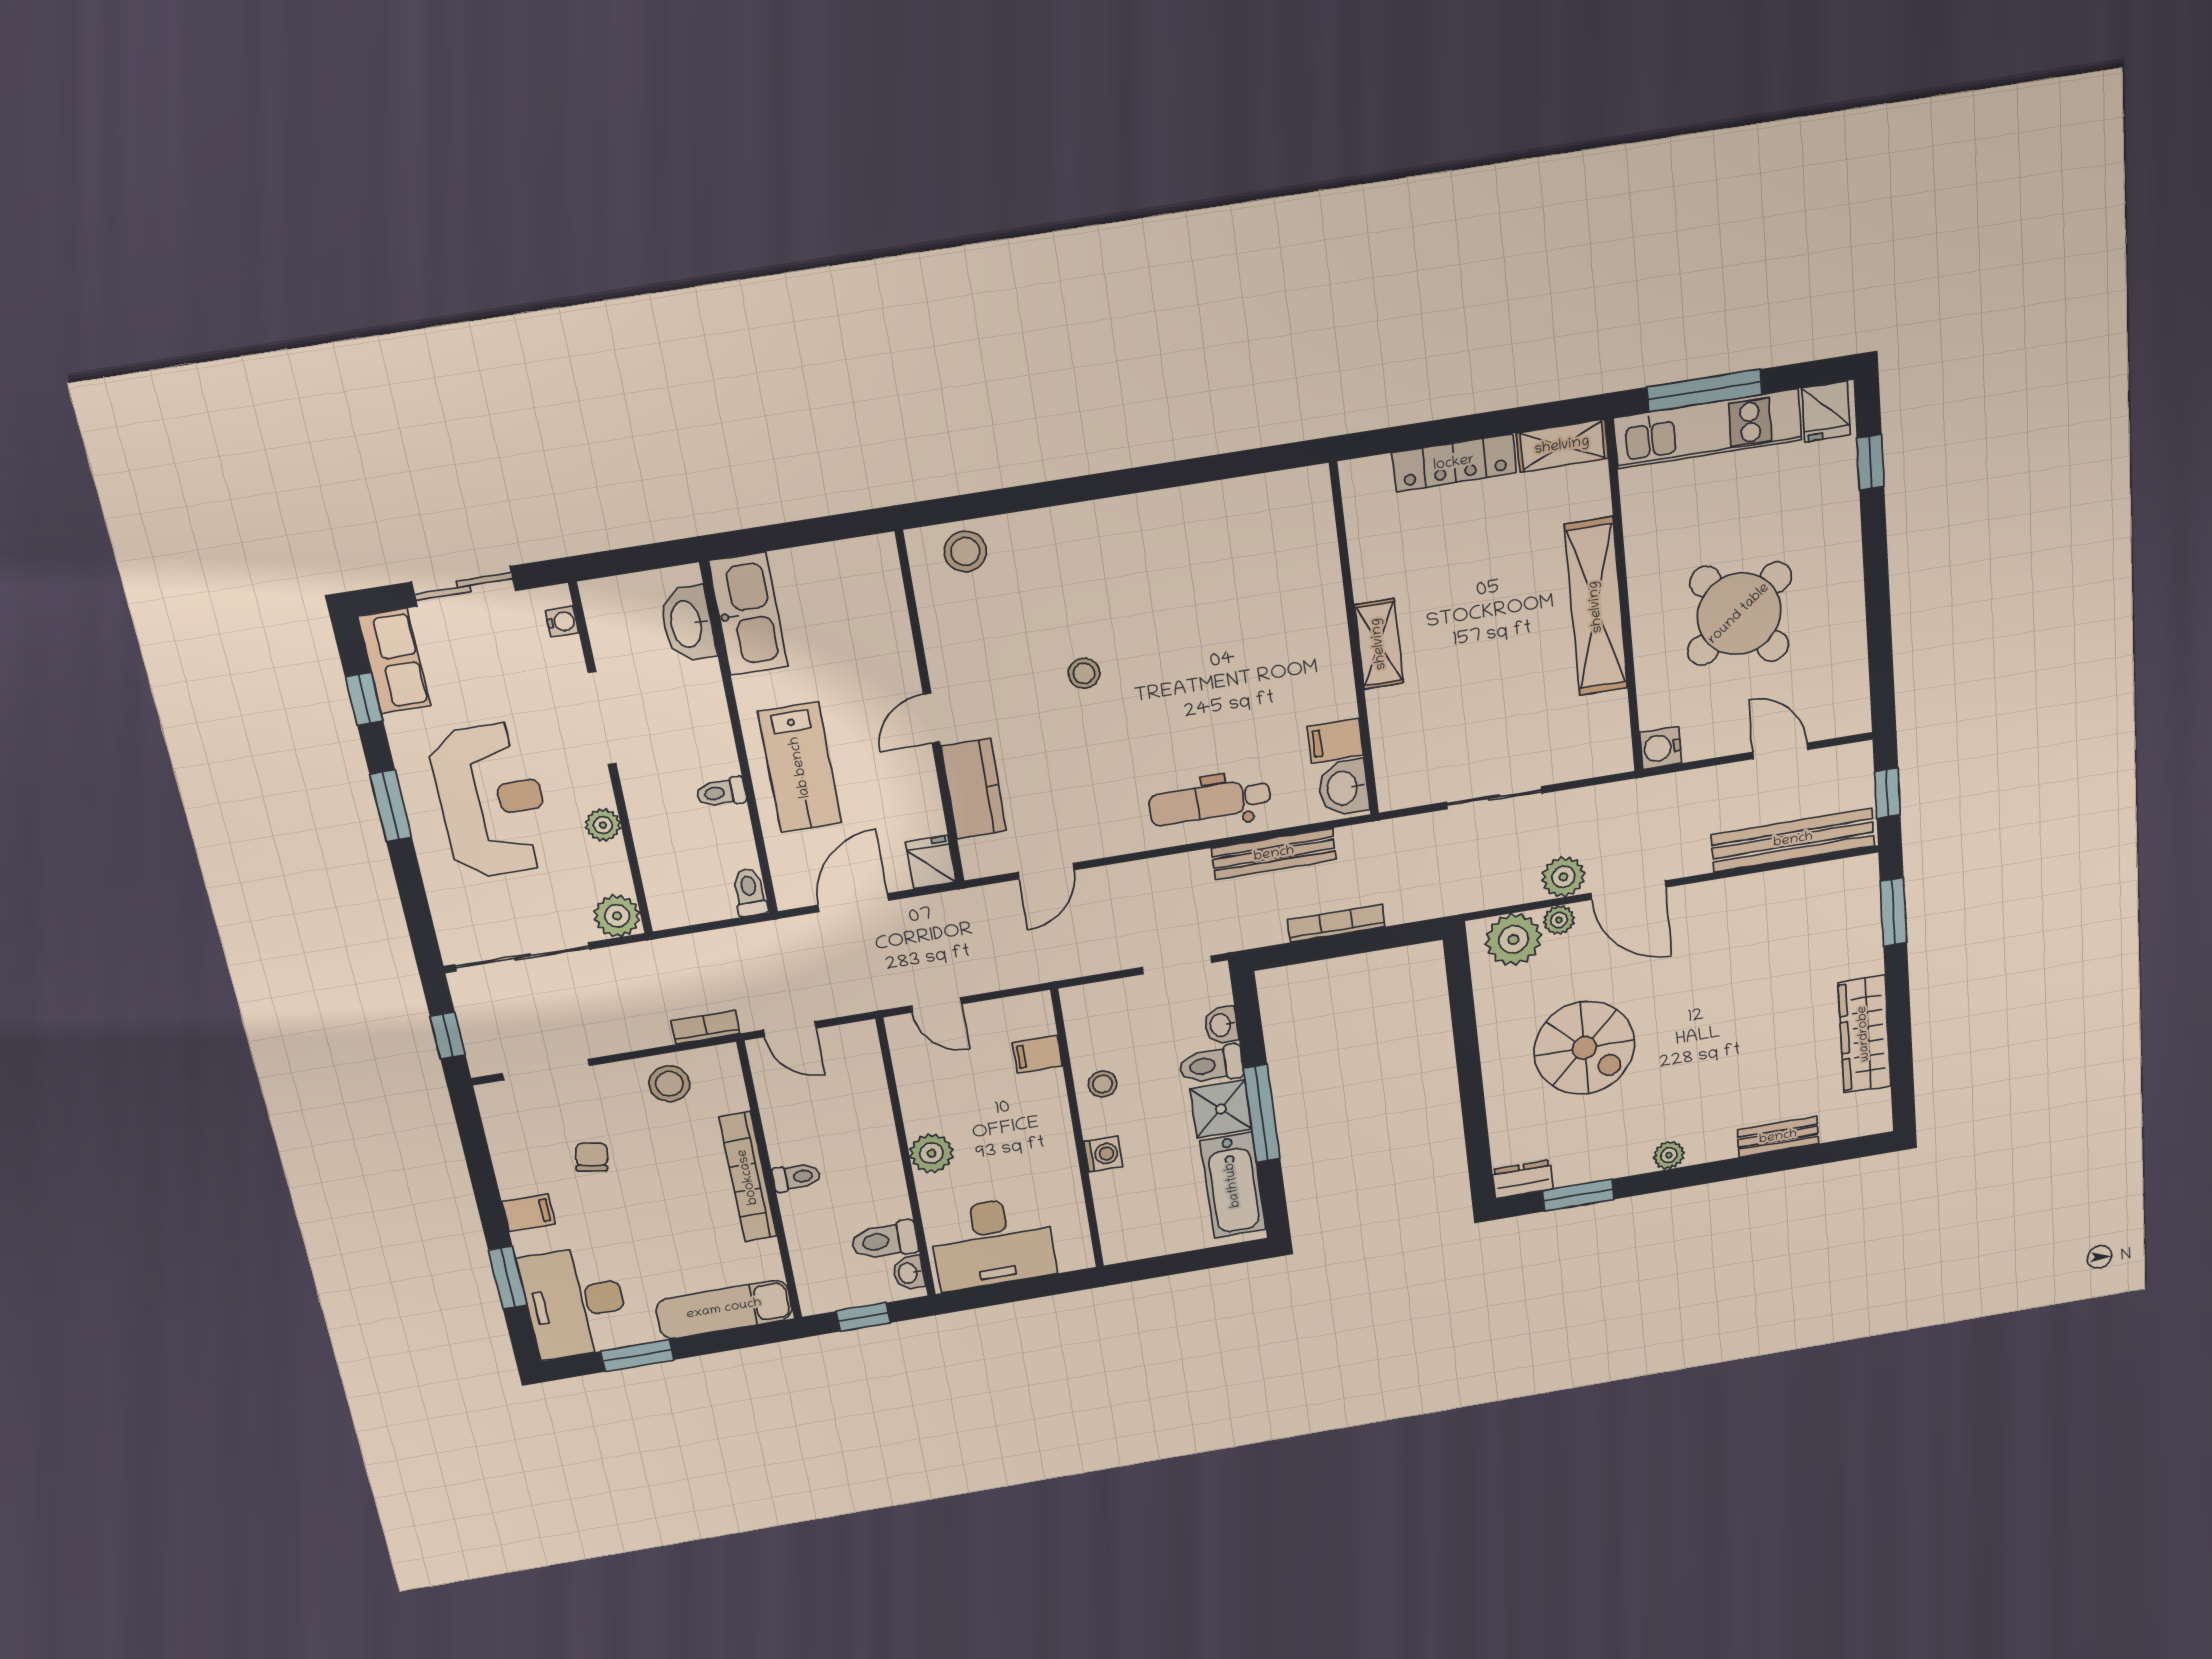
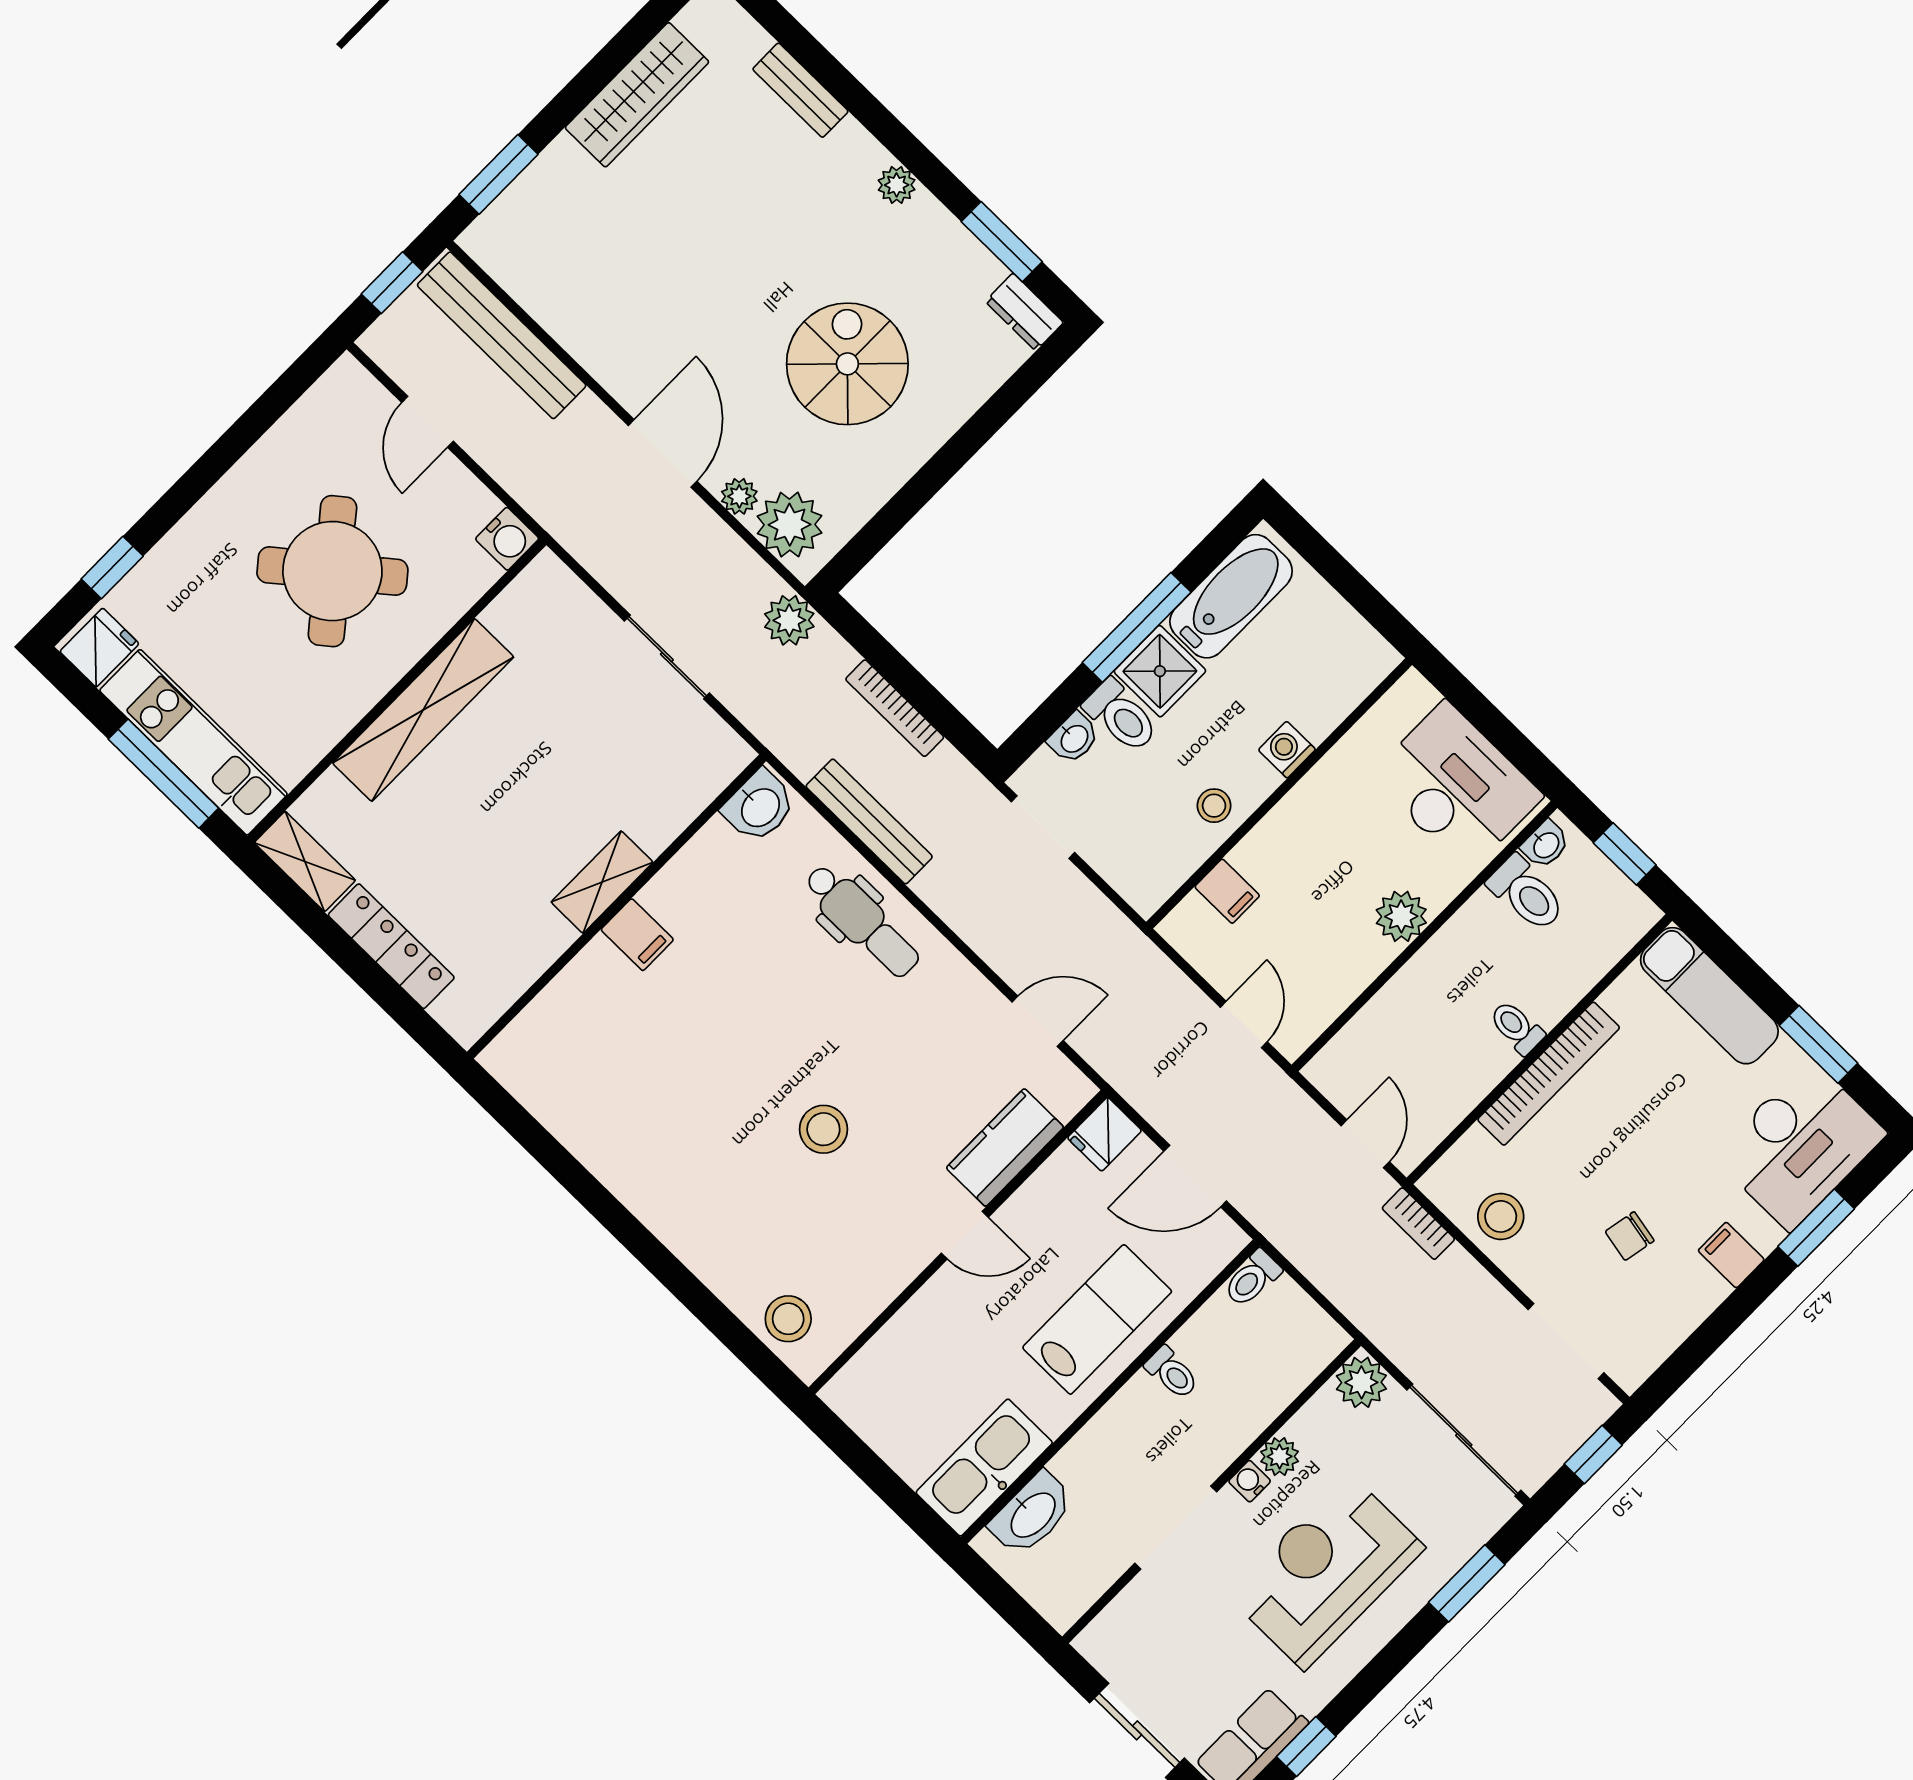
water cooler: (562, 622) -> (1250, 1481), moved
stool: (1084, 673) -> (823, 1129), width x1.37, depth x1.37
filing cabinet: (1335, 741) -> (637, 935), moved
window: (391, 806) -> (1467, 1583), moved
plant: (1563, 877) -> (789, 620), moved

